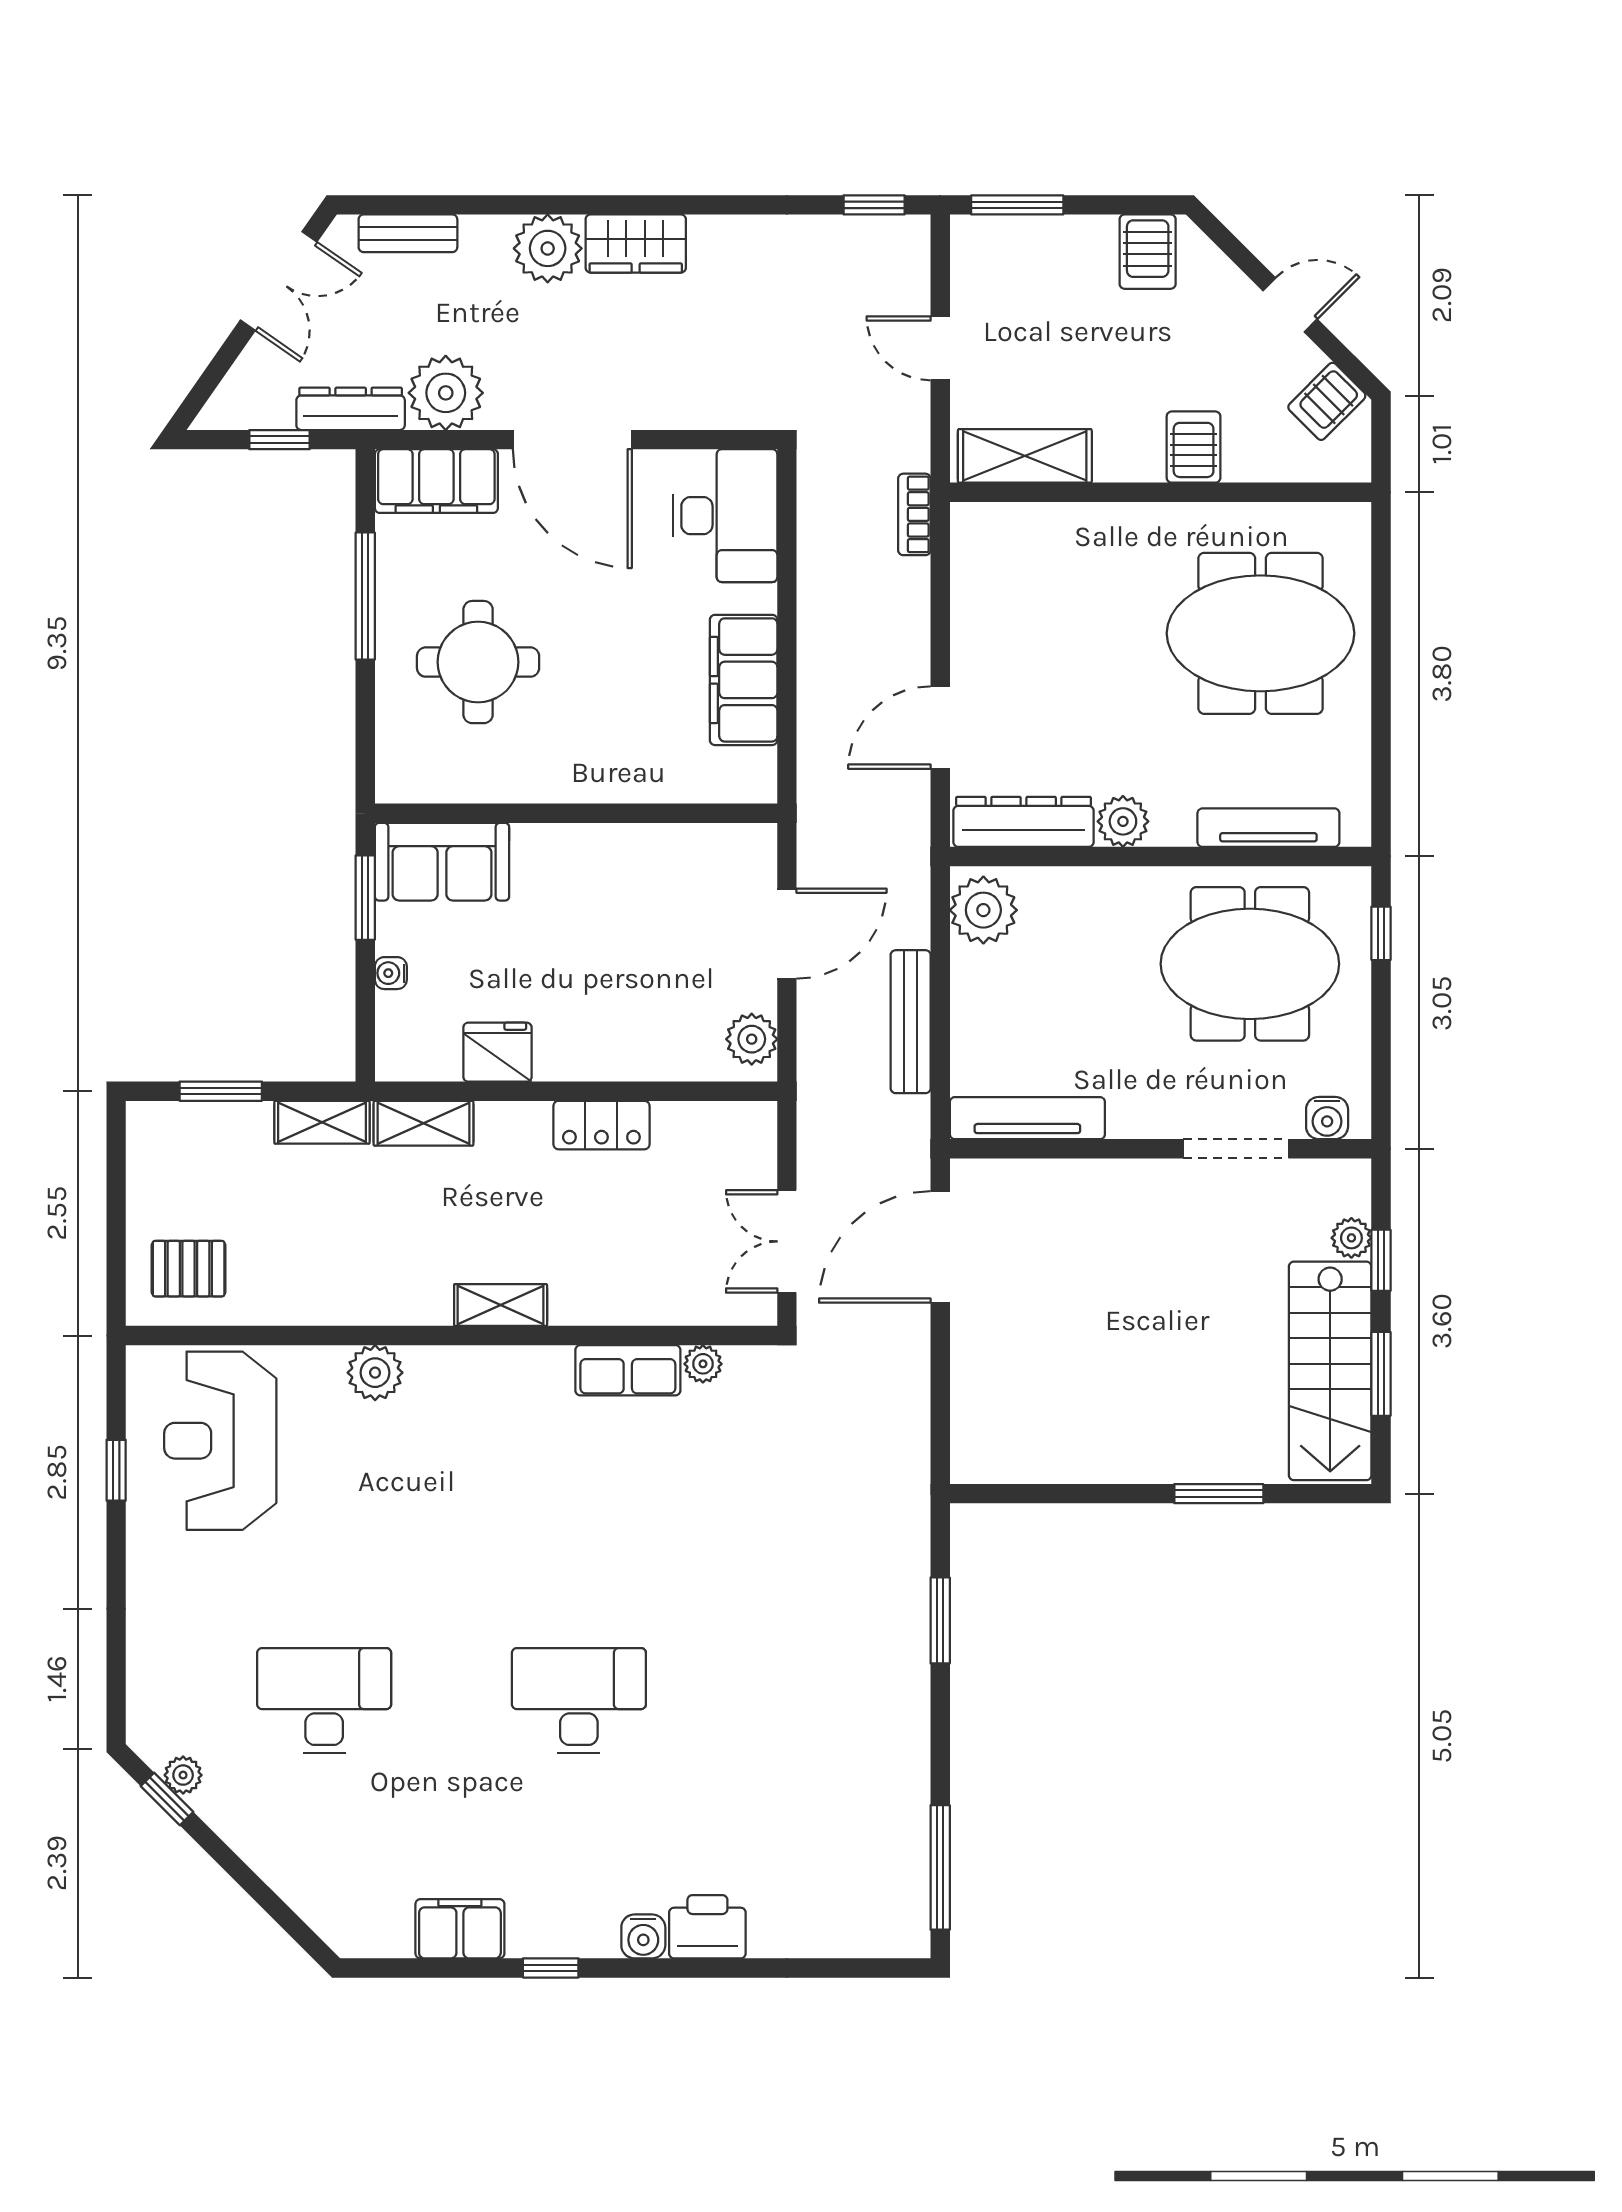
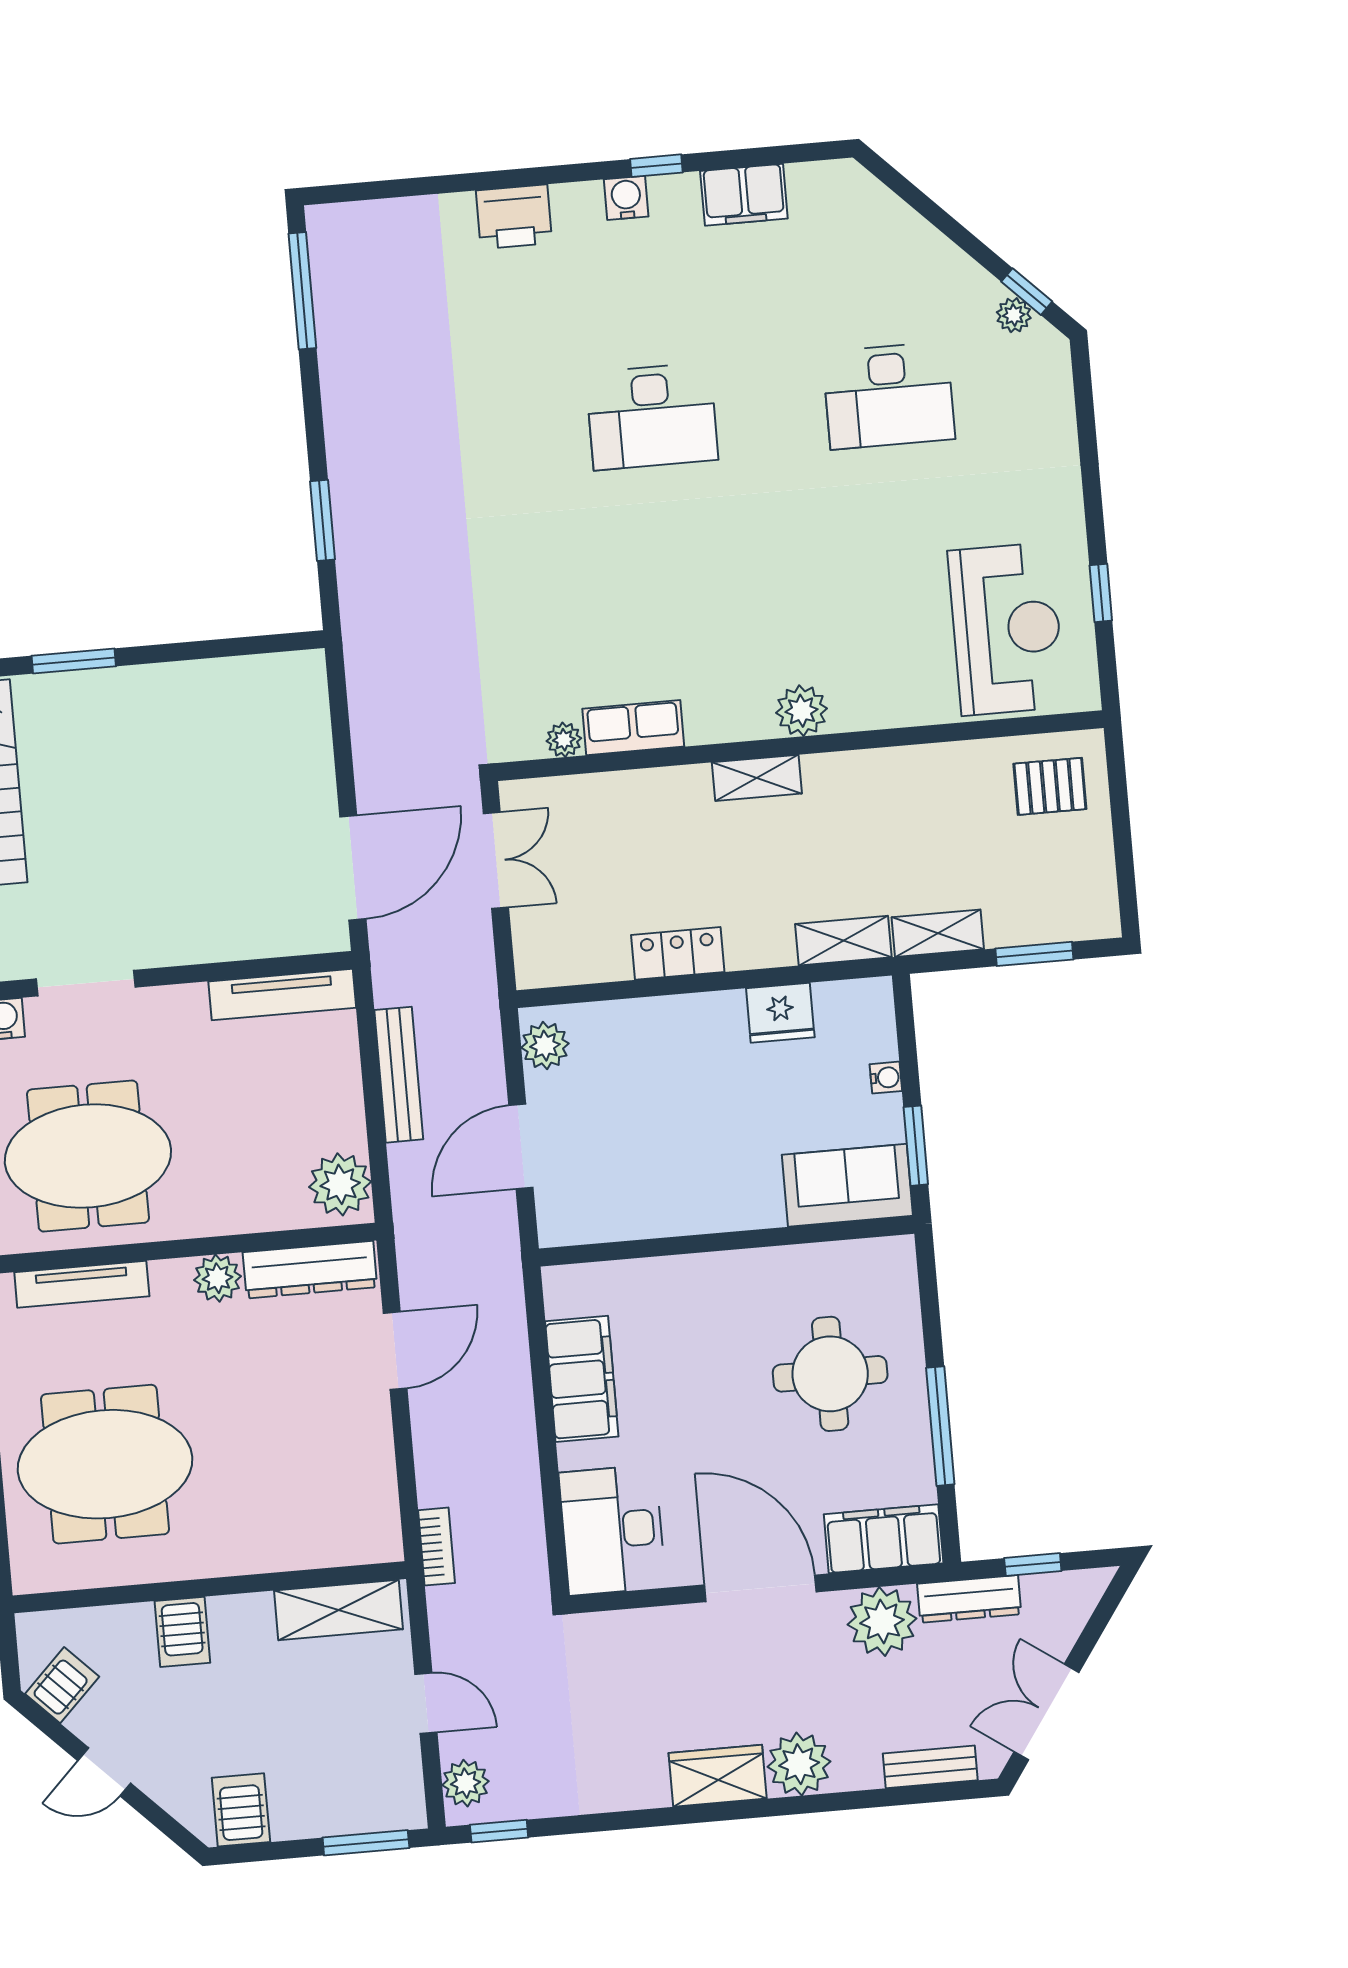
plant: (905, 259) -> (466, 1783), added
plant: (375, 1373) -> (801, 711), moved
water cooler: (643, 1936) -> (626, 198), moved

